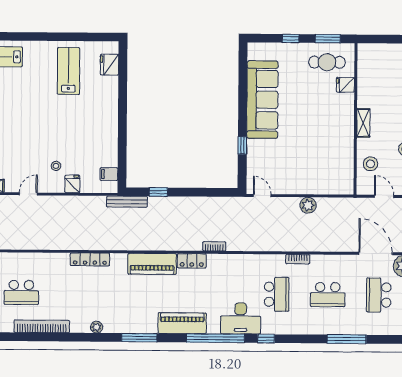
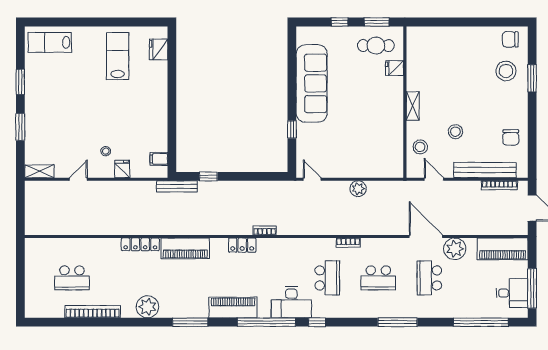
piano: (152, 264) -> (185, 248), moved
plant: (97, 327) -> (147, 307), width x1.88, depth x1.88

